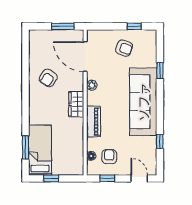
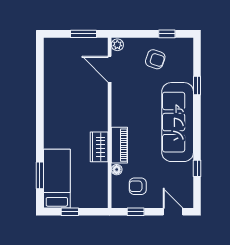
door: (85, 57) -> (110, 69), width x0.73
armchair: (48, 78) -> (66, 94), removed
plant: (92, 85) -> (117, 45), moved
wardrobe: (76, 104) -> (99, 147), moved
floor lamp: (91, 156) -> (117, 170), moved
armchair: (109, 157) -> (138, 186), turned -90

